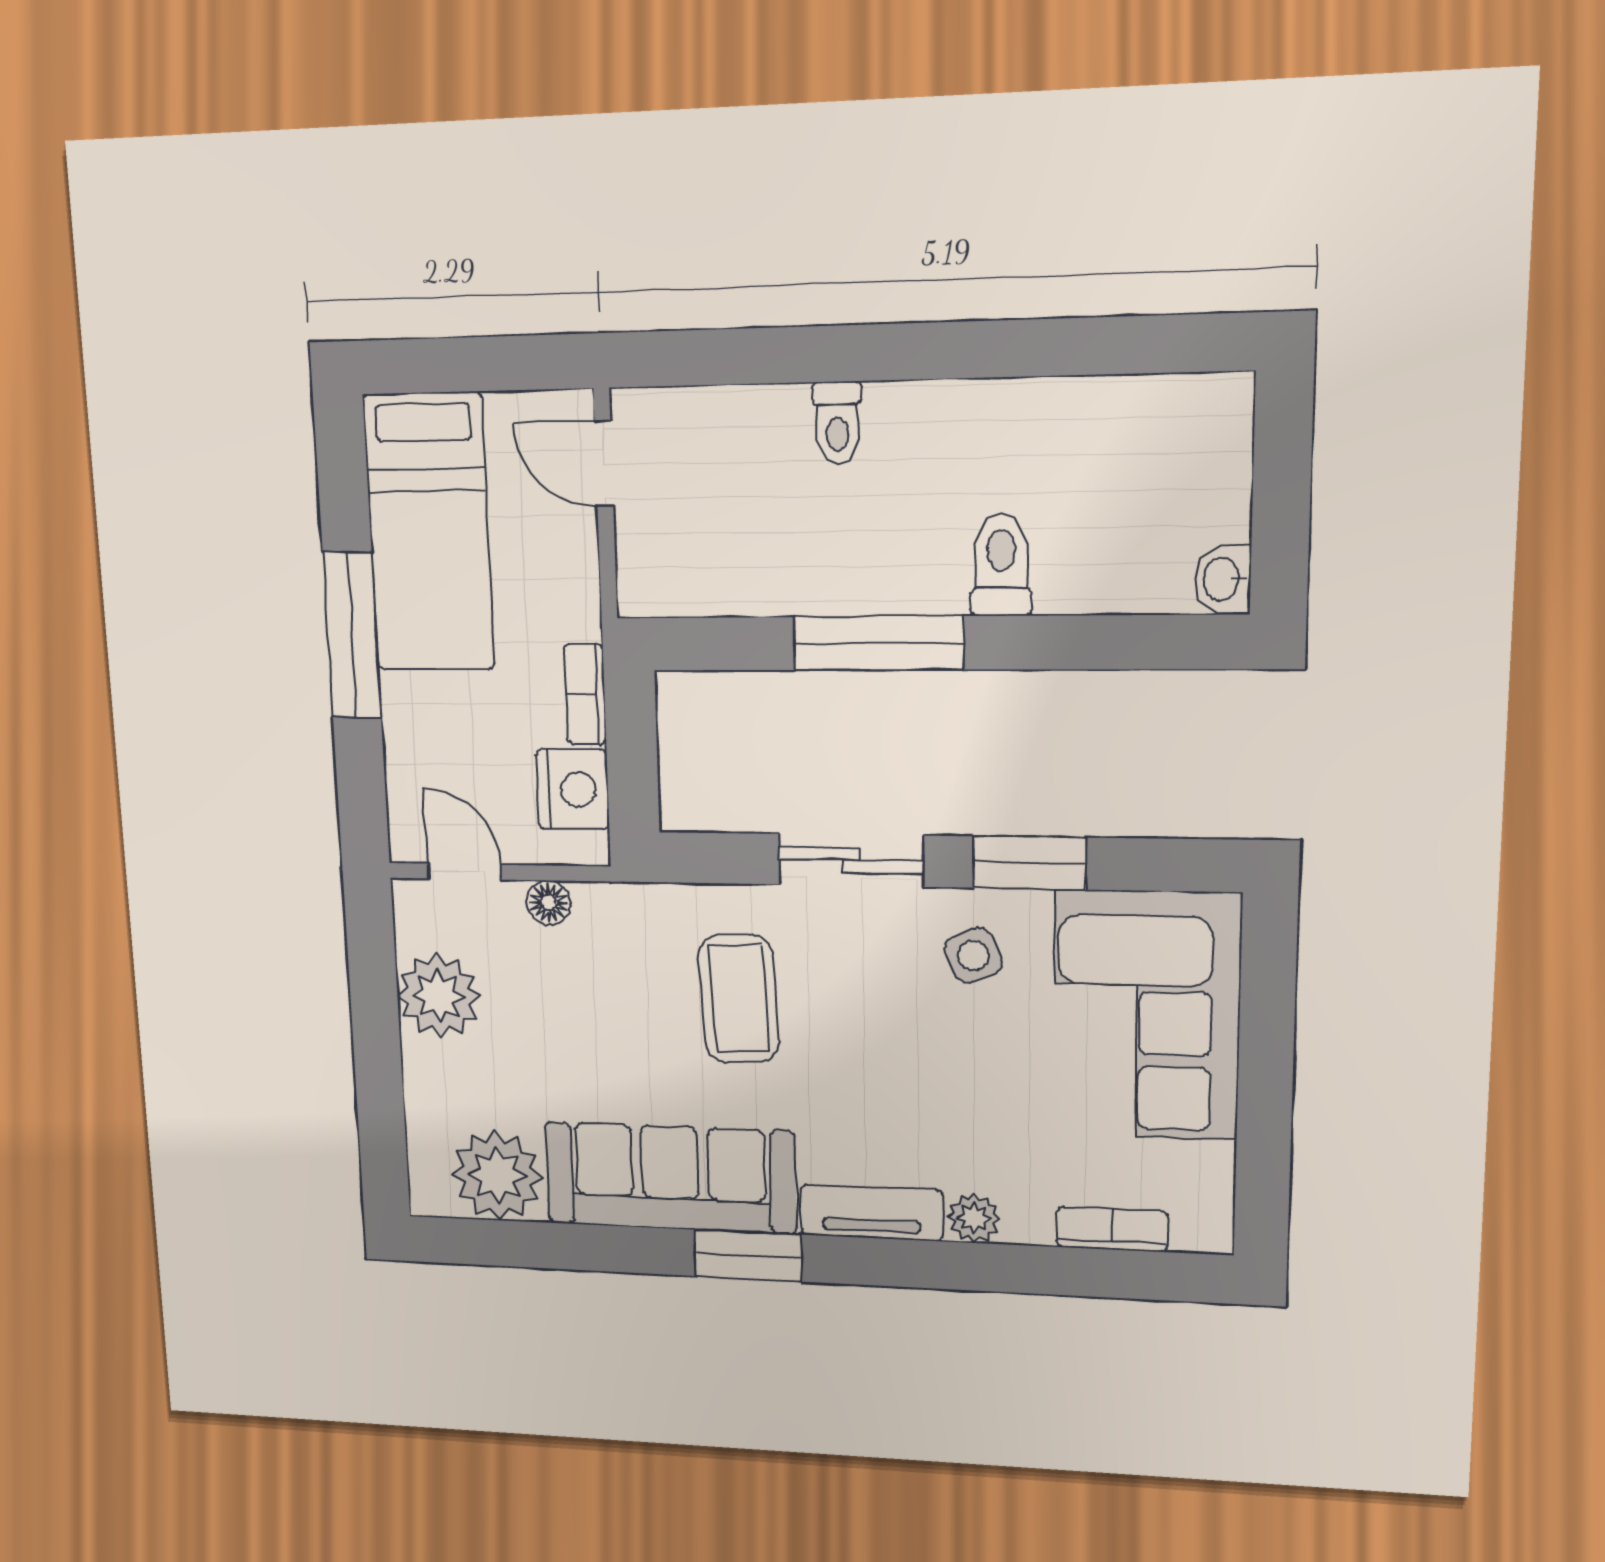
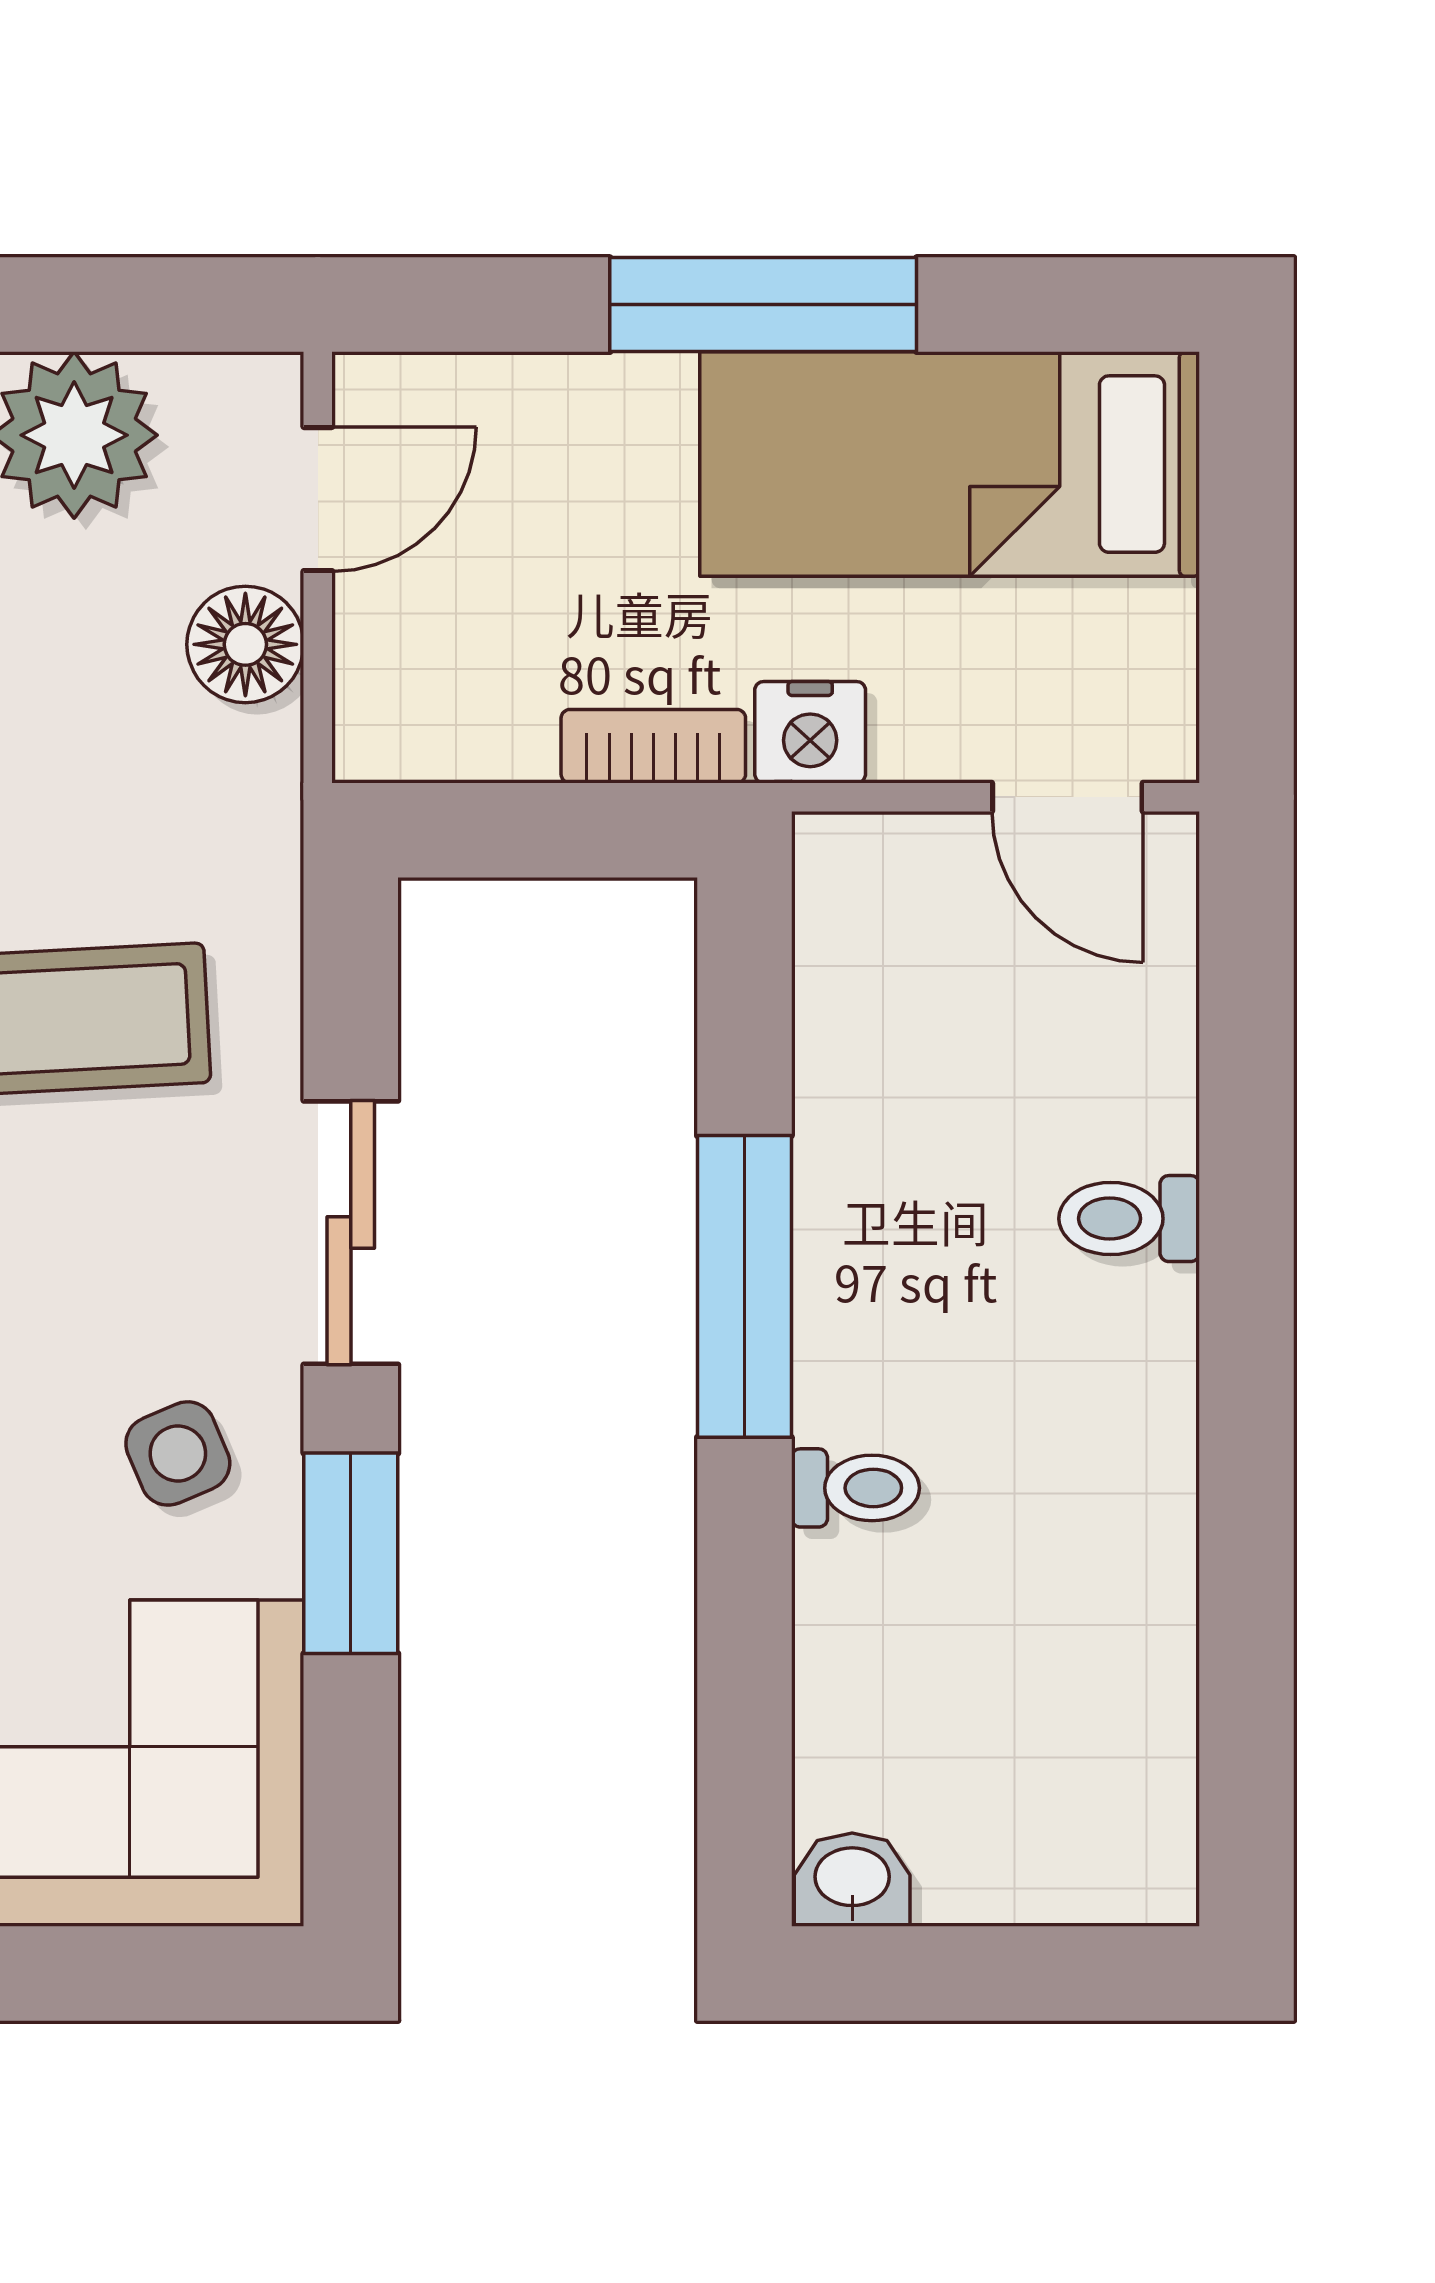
door: (604, 464) -> (1067, 797), swing flipped
toilet: (1001, 565) -> (855, 1488), width x0.73, depth x0.72
nightstand: (573, 789) -> (810, 732), moved, width x0.74, depth x0.75
floor lamp: (548, 903) -> (245, 644), width x1.37, depth x1.37

